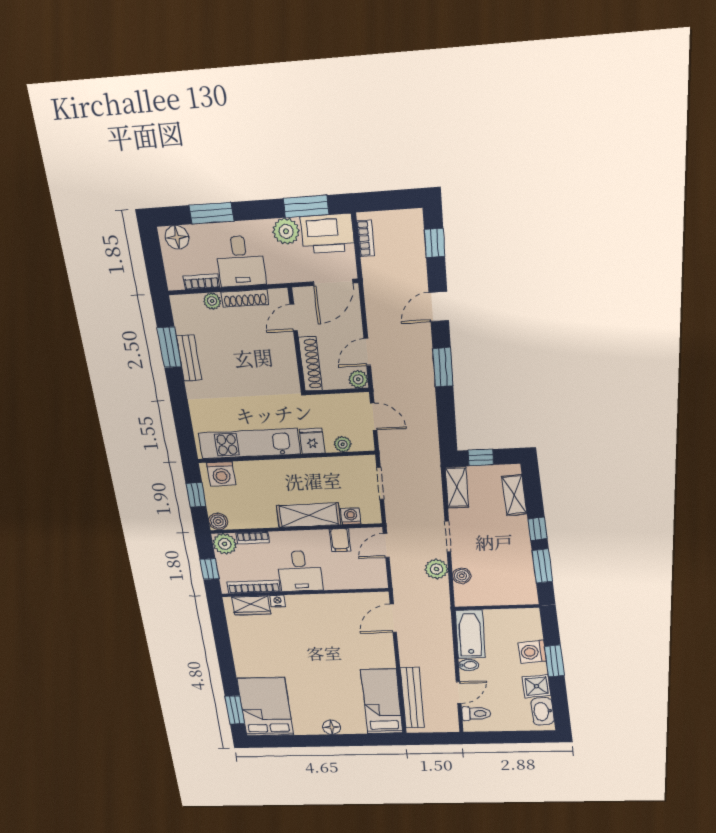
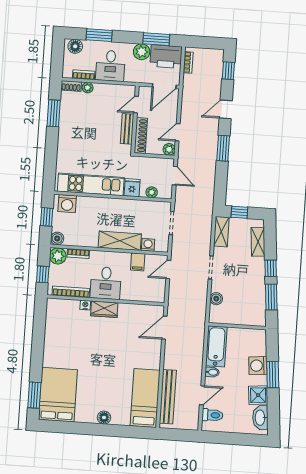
shoe rack: (245, 298) -> (71, 86), moved, width x0.70
bench: (189, 358) -> (127, 129), moved
plant: (436, 569) -> (200, 292), removed
wardrobe: (251, 605) -> (104, 309), moved

